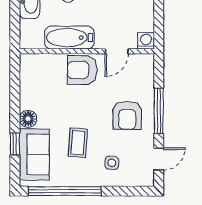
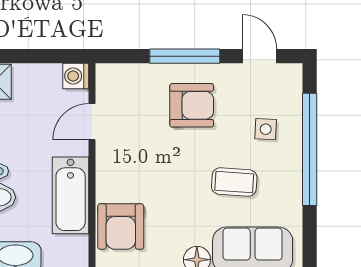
door: (117, 51) -> (92, 122), swing flipped
armchair: (82, 70) -> (121, 227), moved
window: (65, 191) -> (310, 149), moved

